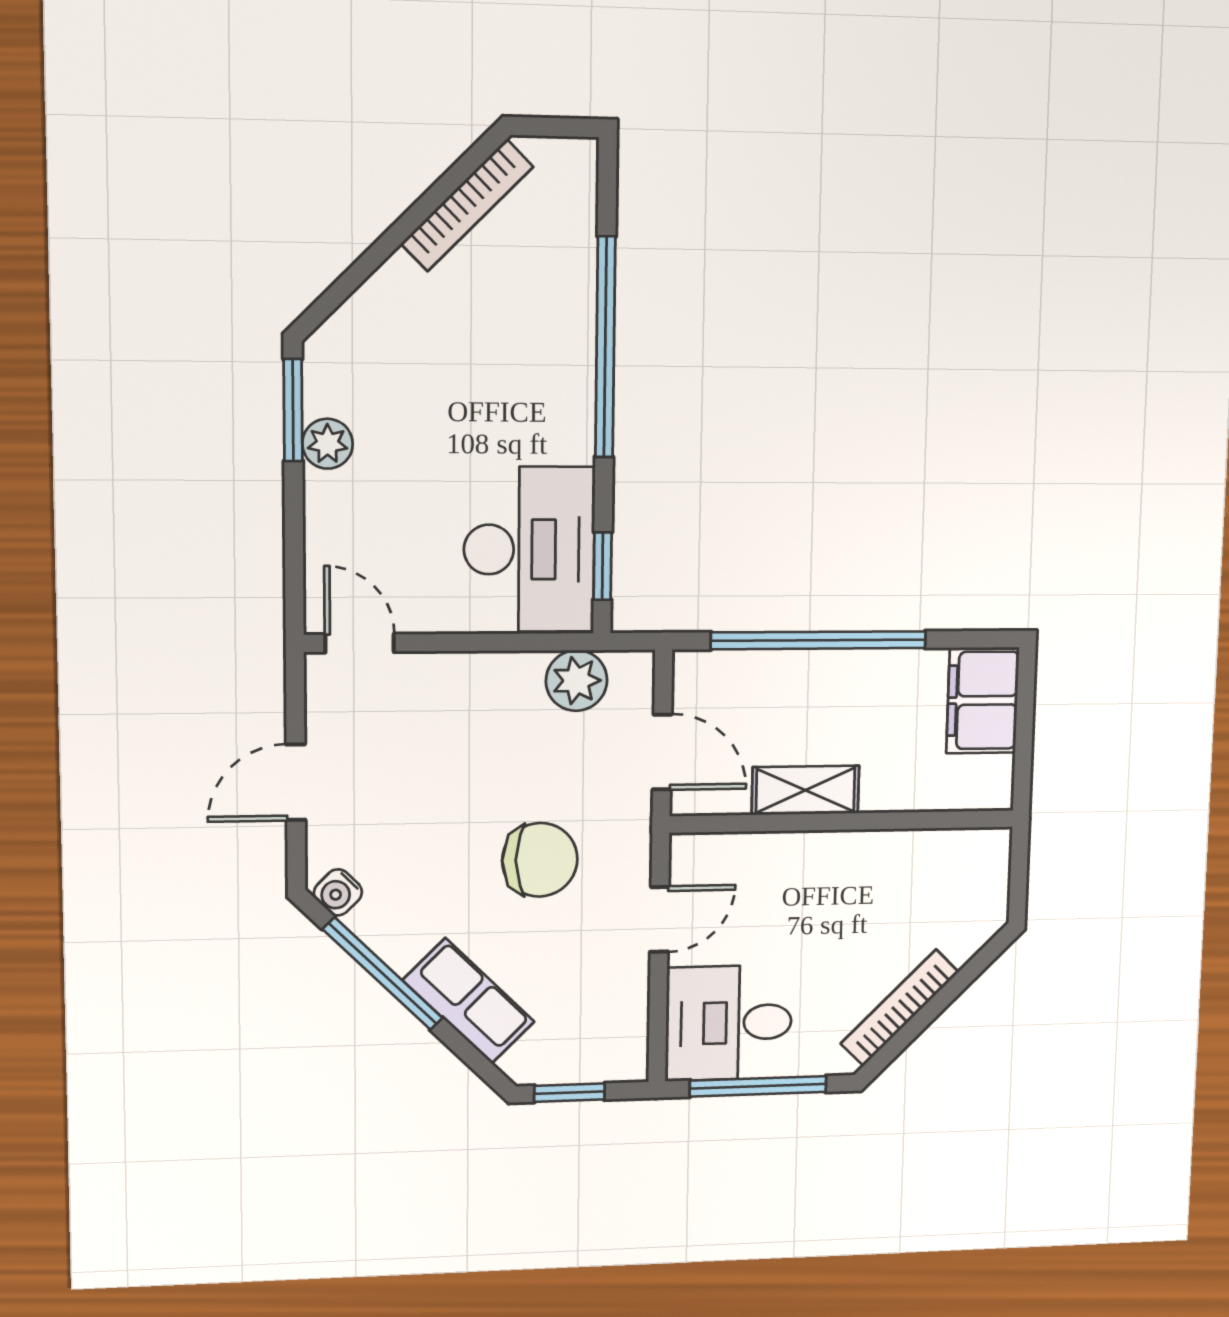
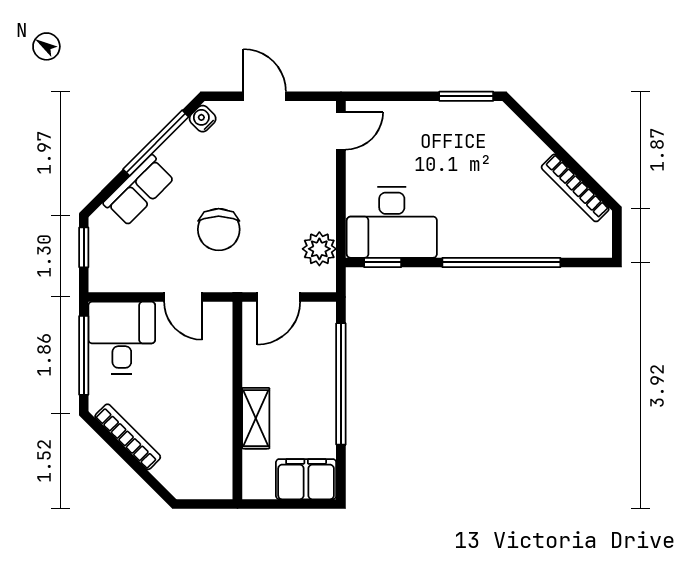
plant: (328, 444) -> (449, 114), removed
shelving: (805, 790) -> (256, 418), moved

